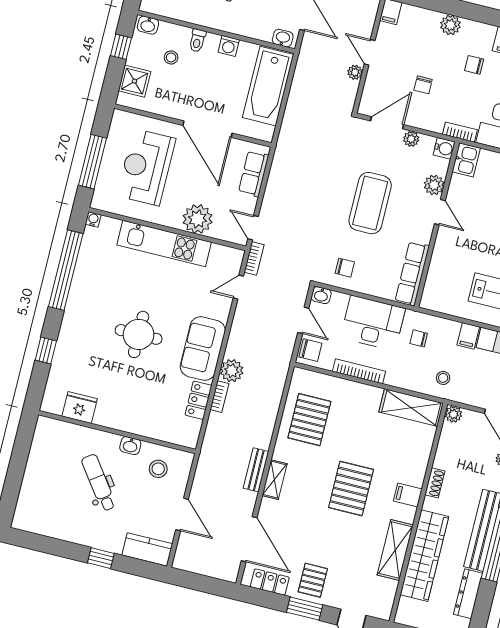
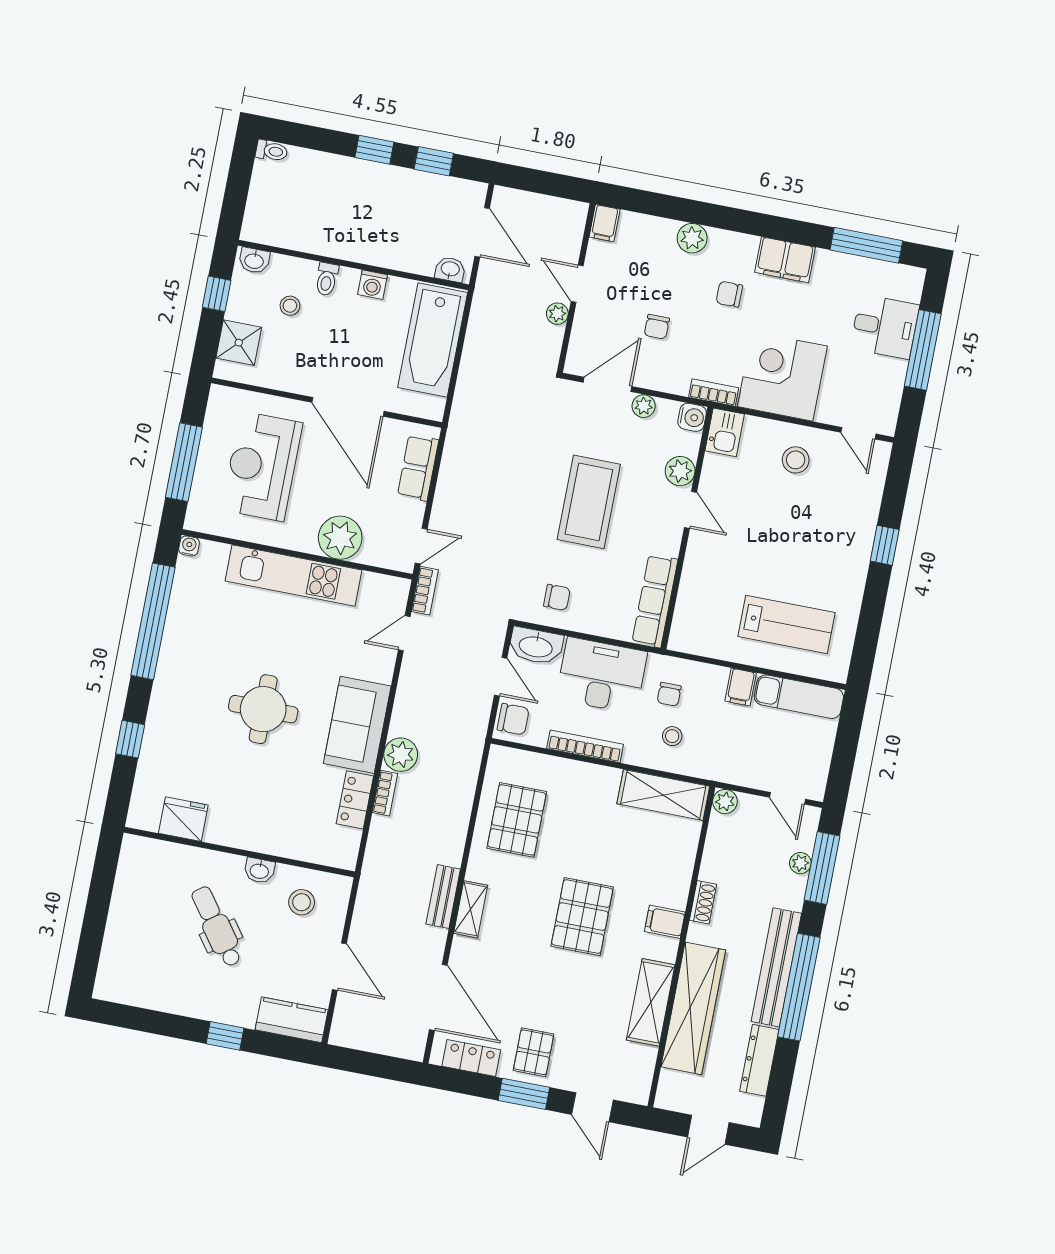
door: (253, 228) -> (421, 546), swing flipped
washbasin: (321, 295) -> (536, 646), width x1.91, depth x1.45
chair: (419, 338) -> (669, 694), turned -90
stool: (443, 378) -> (672, 736), moved

